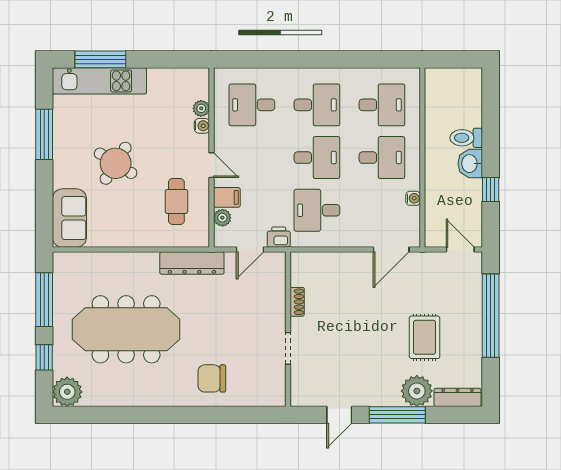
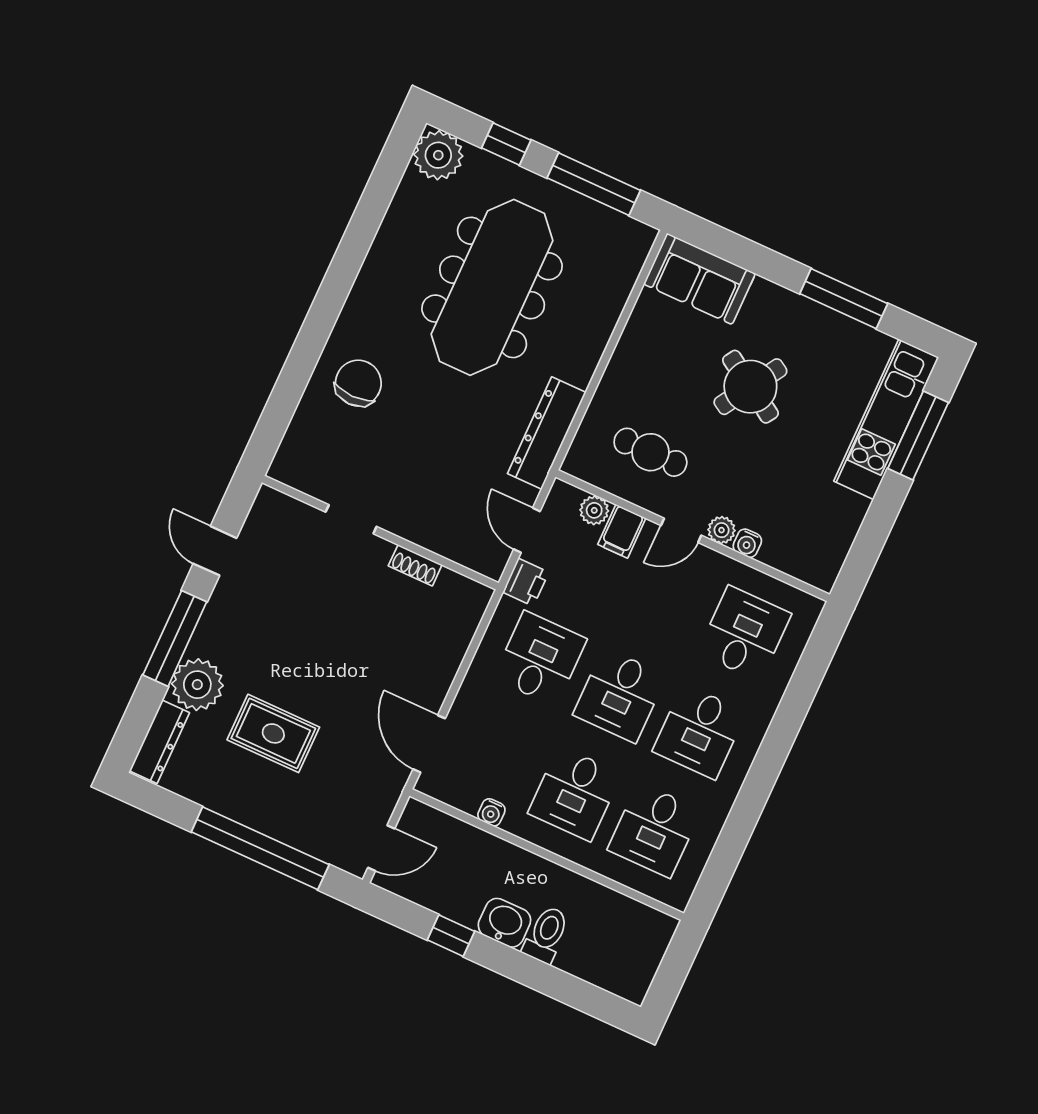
plant: (201, 108) -> (722, 530), moved

